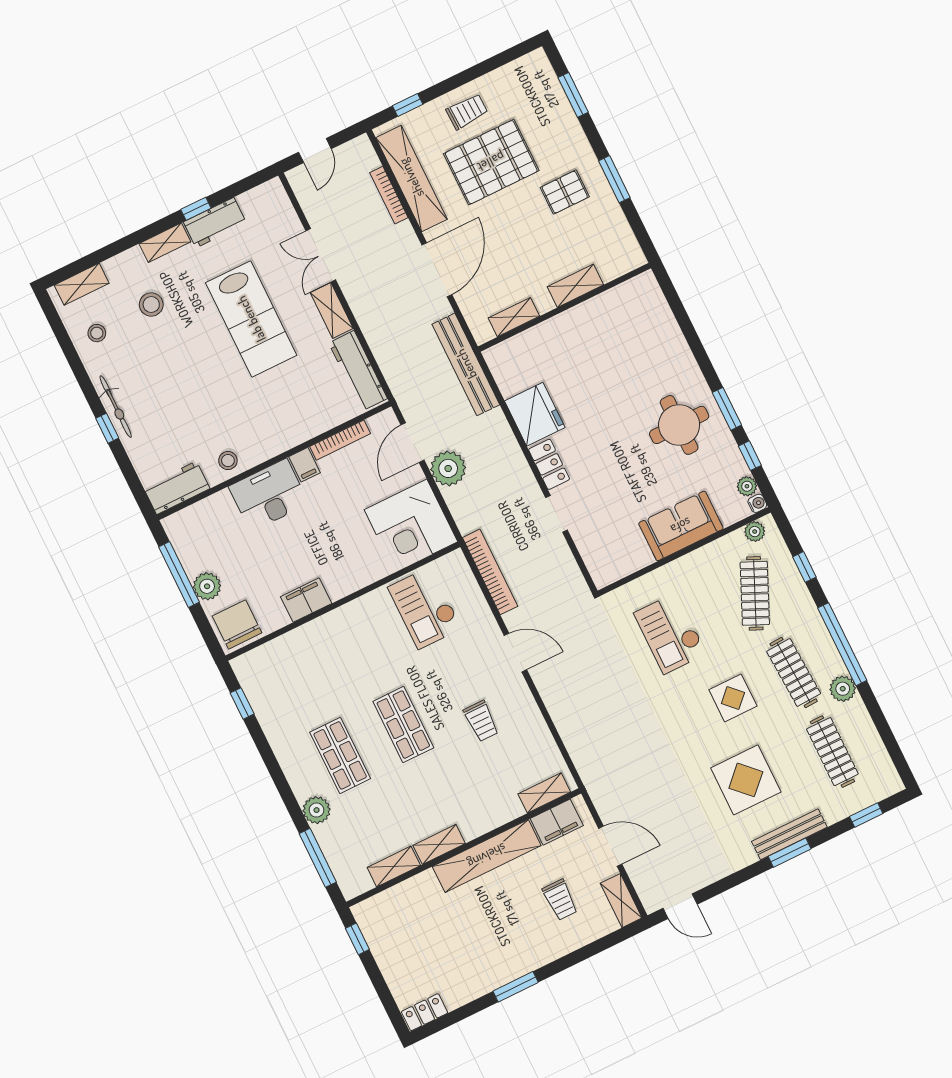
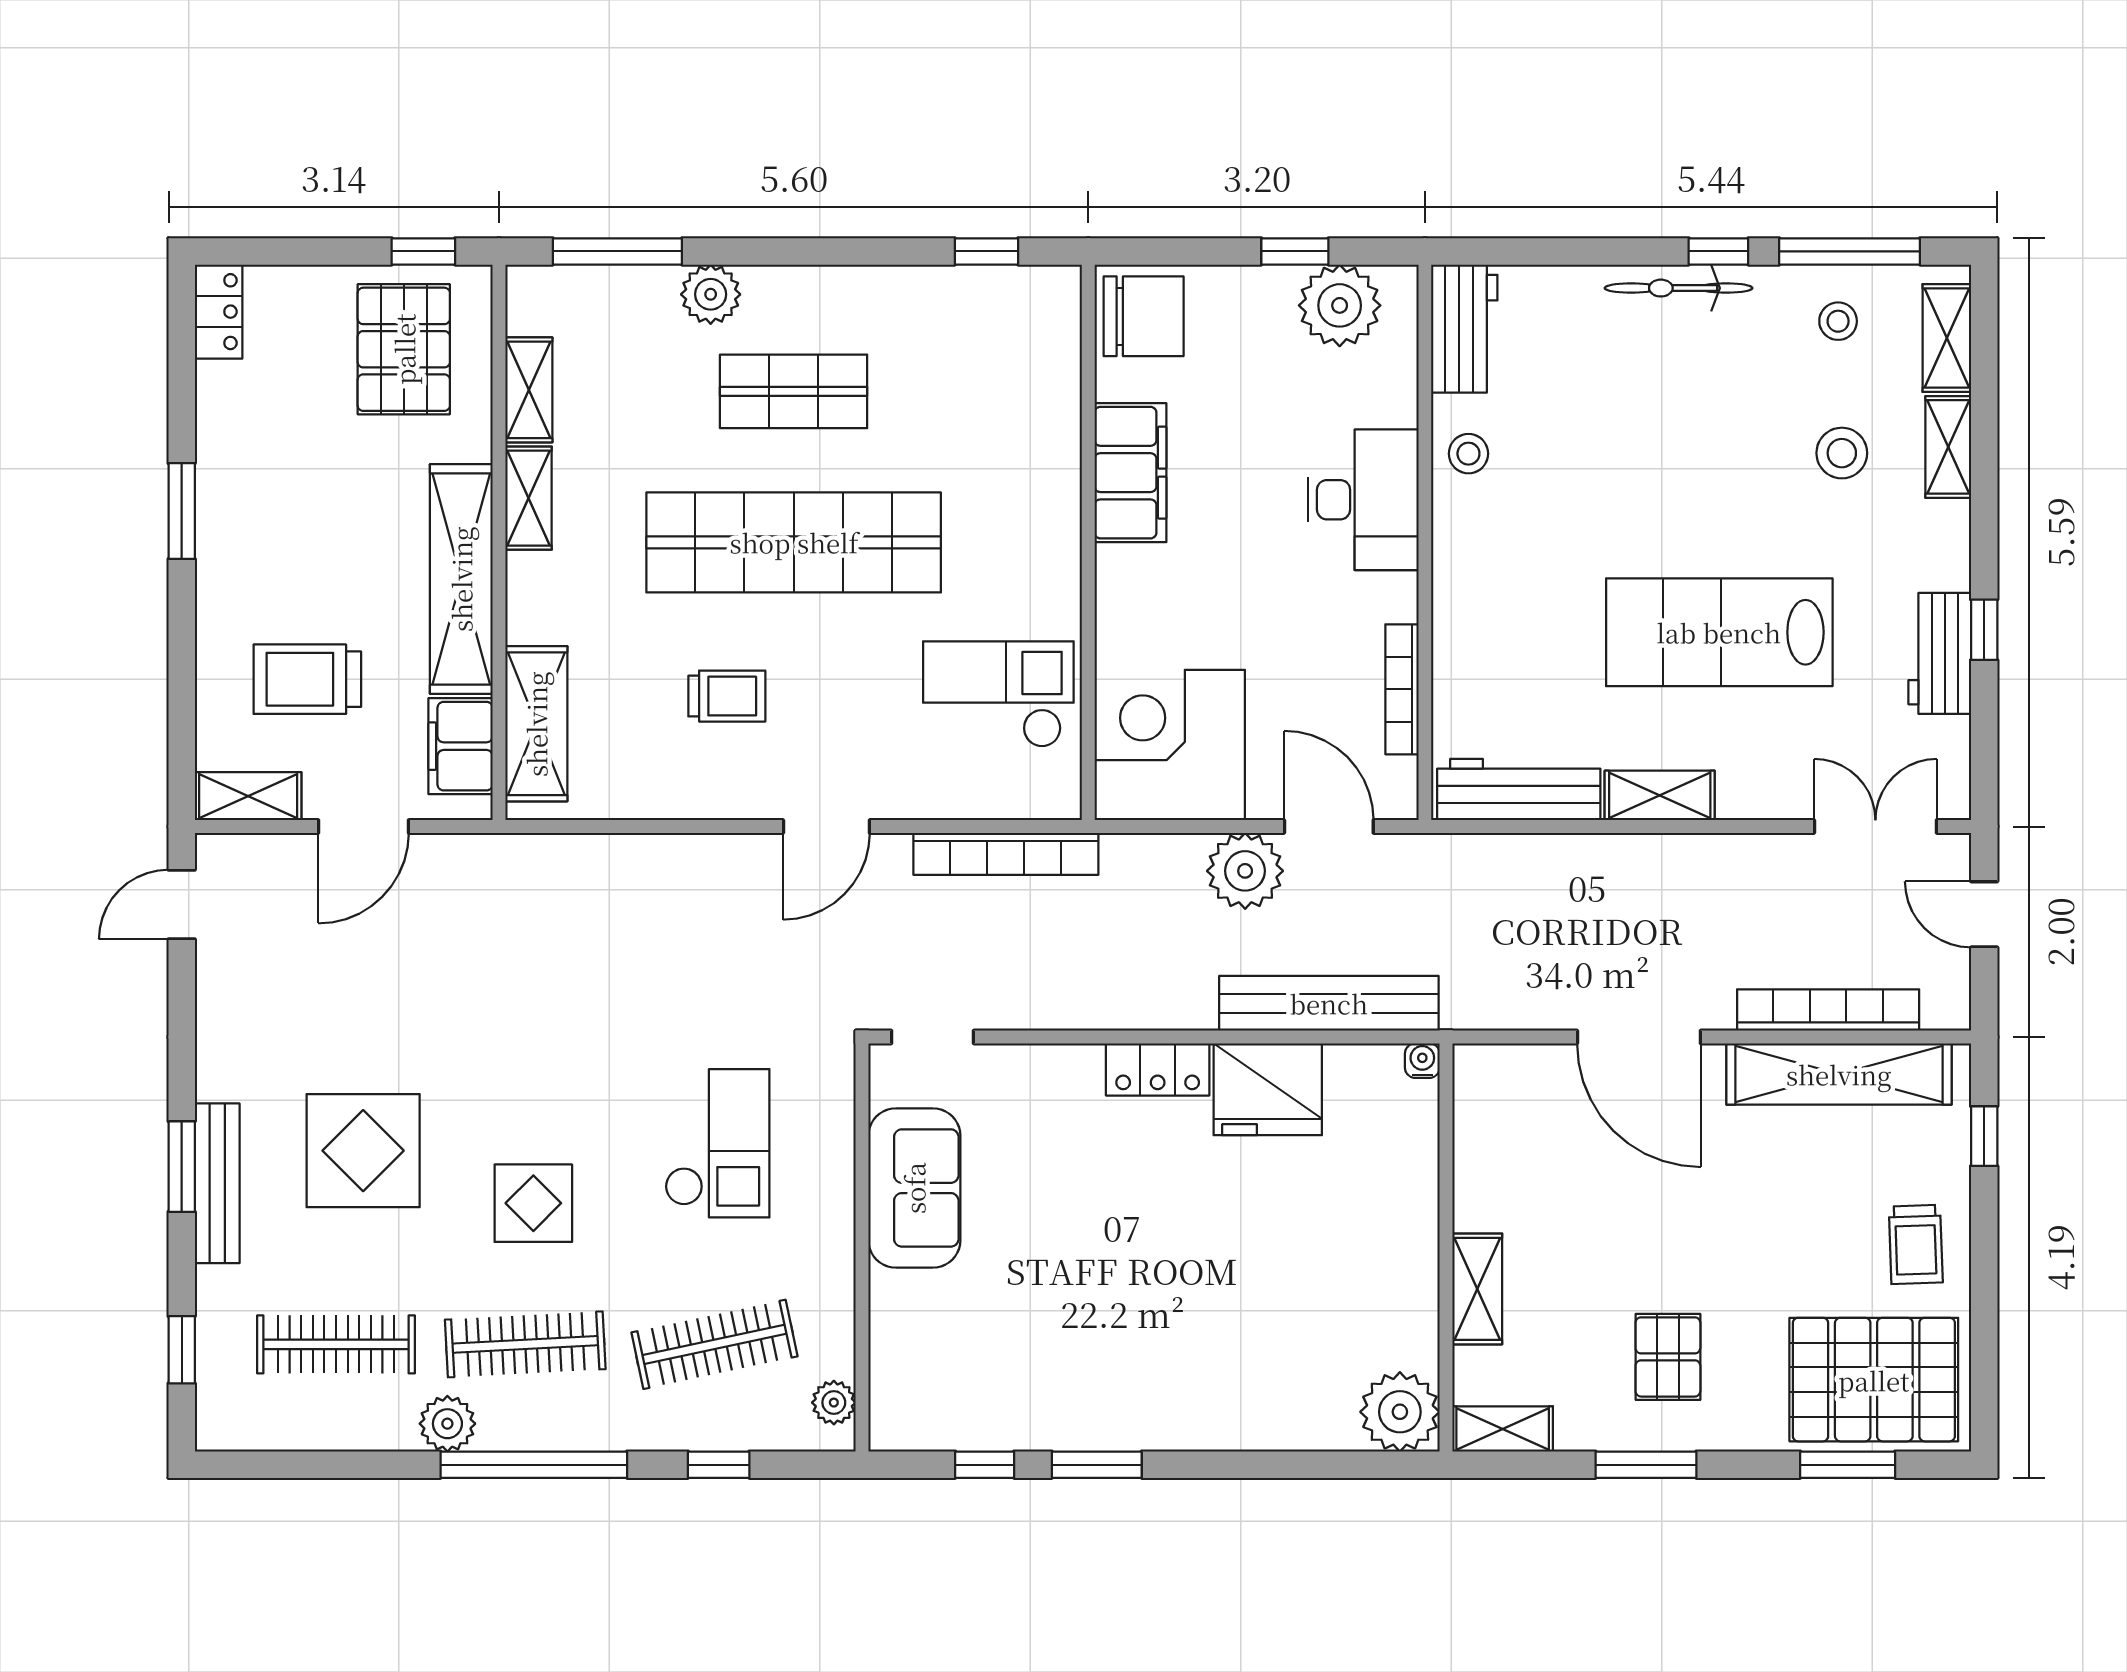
pallet: (491, 162) -> (1874, 1380), moved, turned 90
bookcase: (389, 195) -> (1828, 1010), width x1.48, depth x1.31
shelving: (165, 243) -> (1948, 447), moved
double door: (321, 255) -> (1875, 827), moved
shelving: (514, 317) -> (1503, 1429), moved, turned 90
window: (65, 343) -> (1850, 251), added
bench: (466, 364) -> (1329, 1003), moved
round table: (679, 425) -> (1111, 1357), removed
window: (107, 428) -> (1718, 251), moved
filing cabinet: (304, 465) -> (1388, 597), removed
plant: (747, 486) -> (1400, 1412), moved, width x1.88, depth x1.88
water cooler: (757, 503) -> (1422, 1061), moved, turned 180
doorway: (557, 514) -> (933, 1037), moved
sofa: (681, 526) -> (914, 1188), moved
window: (179, 575) -> (1295, 251), width x0.46
plant: (207, 586) -> (1340, 305), moved, width x1.36, depth x1.36
clothes rail: (755, 593) -> (714, 1344), turned -36
filing cabinet: (306, 600) -> (1131, 473), width x1.50, depth x1.17
checkout: (670, 633) -> (717, 1143), turned 90
trolley: (481, 721) -> (727, 696), turned 180
shop shelf: (403, 725) -> (794, 542), width x2.00, depth x1.36
shelving: (544, 793) -> (536, 724), width x1.50, depth x1.33
trolley: (560, 900) -> (307, 679), width x1.36, depth x1.39
pallet: (402, 927) -> (404, 349), added

